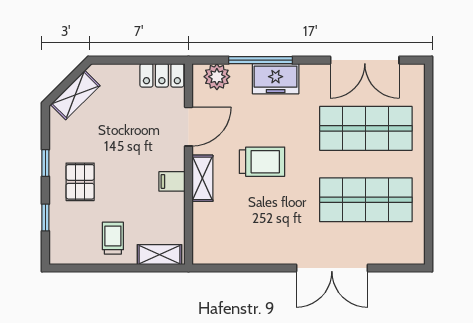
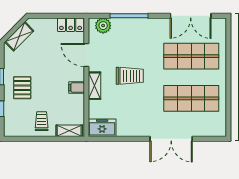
freezer: (276, 79) -> (102, 128), moved, turned 180
door: (188, 127) -> (86, 55), swing flipped

